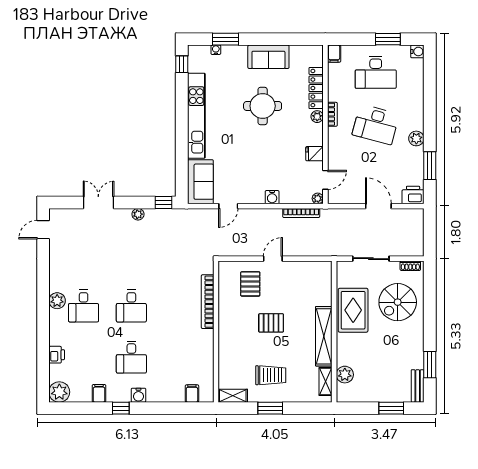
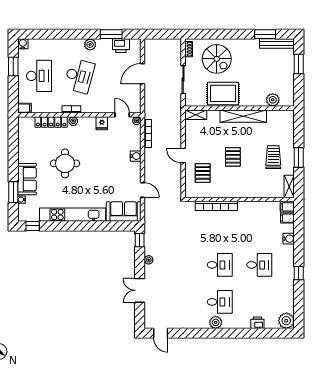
sofa: (268, 57) -> (27, 179), moved
printer: (413, 195) -> (121, 46), moved, turned -90
pallet: (250, 284) -> (203, 173), turned 90
shelving: (326, 382) -> (196, 115), moved
bench: (418, 386) -> (277, 44), width x1.36
filing cabinet: (99, 393) -> (287, 207), moved
water cooler: (138, 395) -> (289, 239), moved

